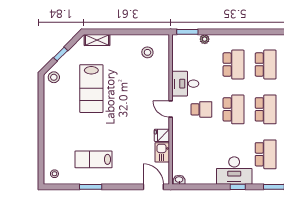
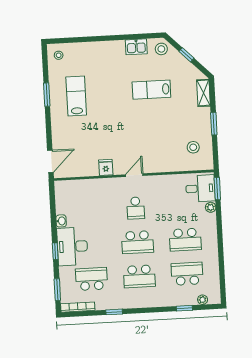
window: (126, 32) -> (214, 124), added
school desk: (266, 64) -> (187, 274), turned 180
desk: (185, 84) -> (200, 188), moved, turned 90
lab bench: (91, 89) -> (151, 90), width x0.73, depth x0.72
kitchen sink: (162, 152) -> (136, 47), moved, turned 180
school desk: (266, 154) -> (92, 279), turned 180
washbasin: (179, 180) -> (61, 221), moved

